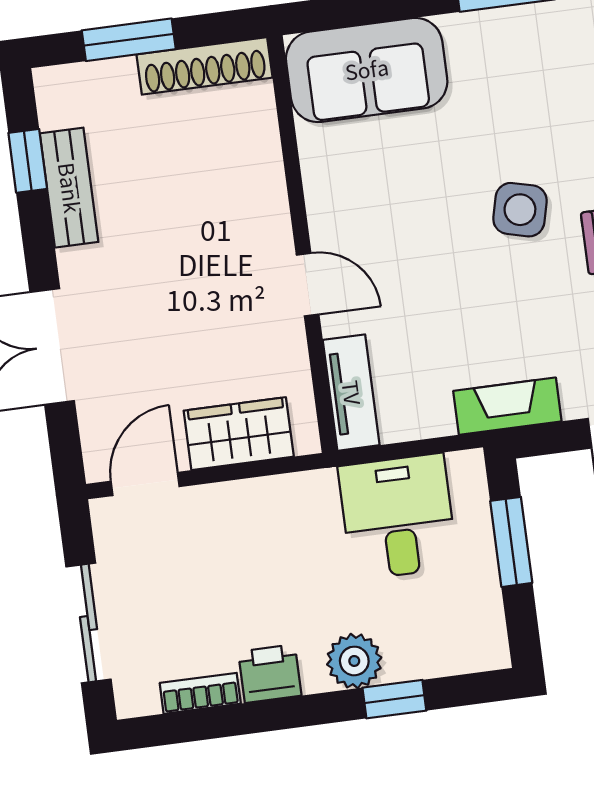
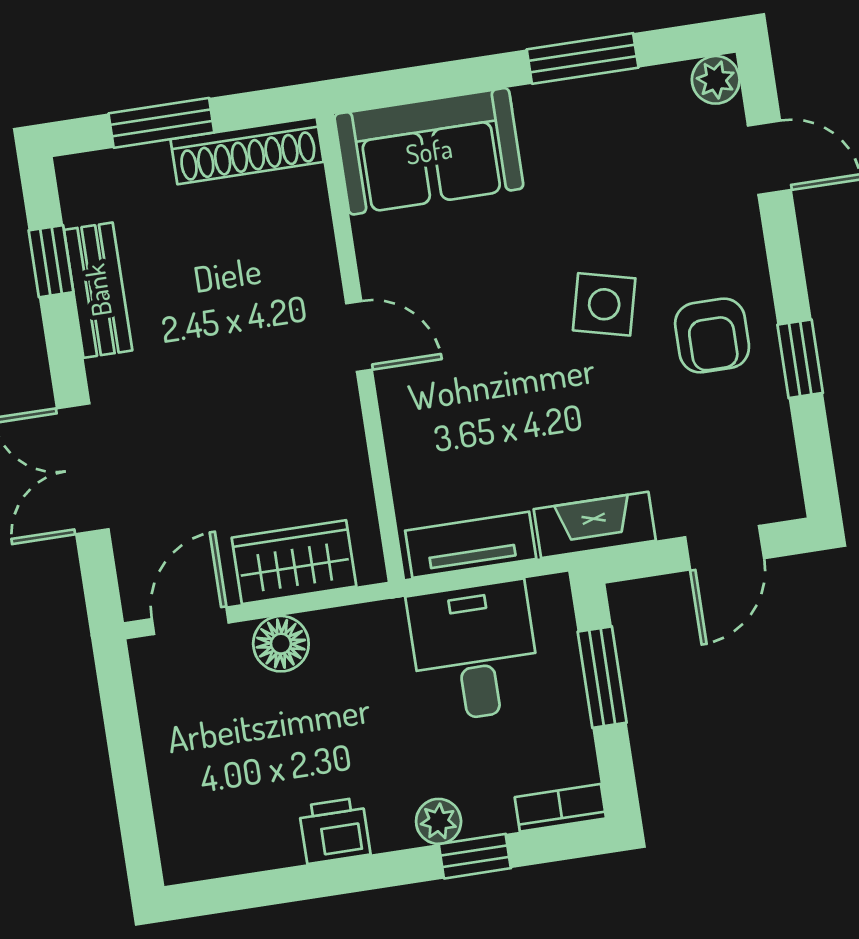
door: (308, 285) -> (359, 336), moved
tv unit: (351, 393) -> (471, 545), moved, turned -90
floor lamp: (226, 506) -> (281, 644), added
sliding door: (89, 623) -> (130, 778), removed
plant: (354, 661) -> (439, 821), width x0.73, depth x0.73
bookcase: (200, 693) -> (560, 808), moved

